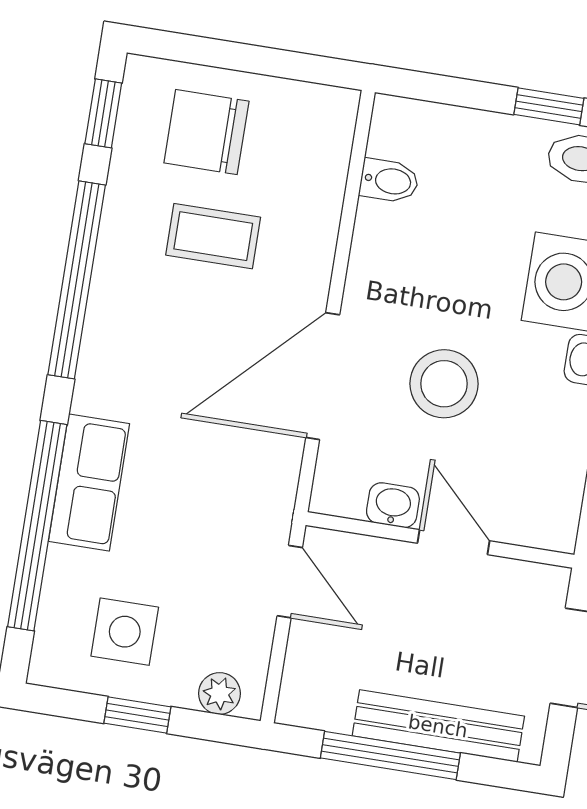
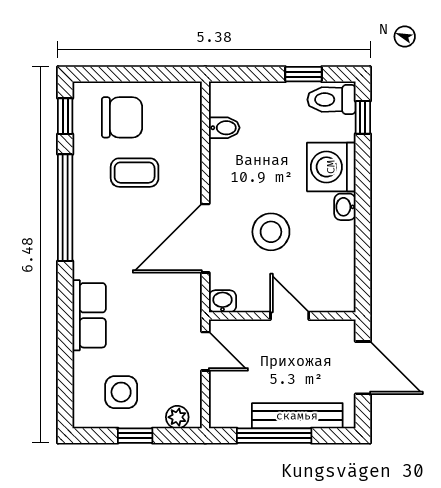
chair: (206, 132) -> (122, 117), turned 180
washbasin: (393, 505) -> (222, 301), moved
window: (37, 526) -> (65, 343), removed

